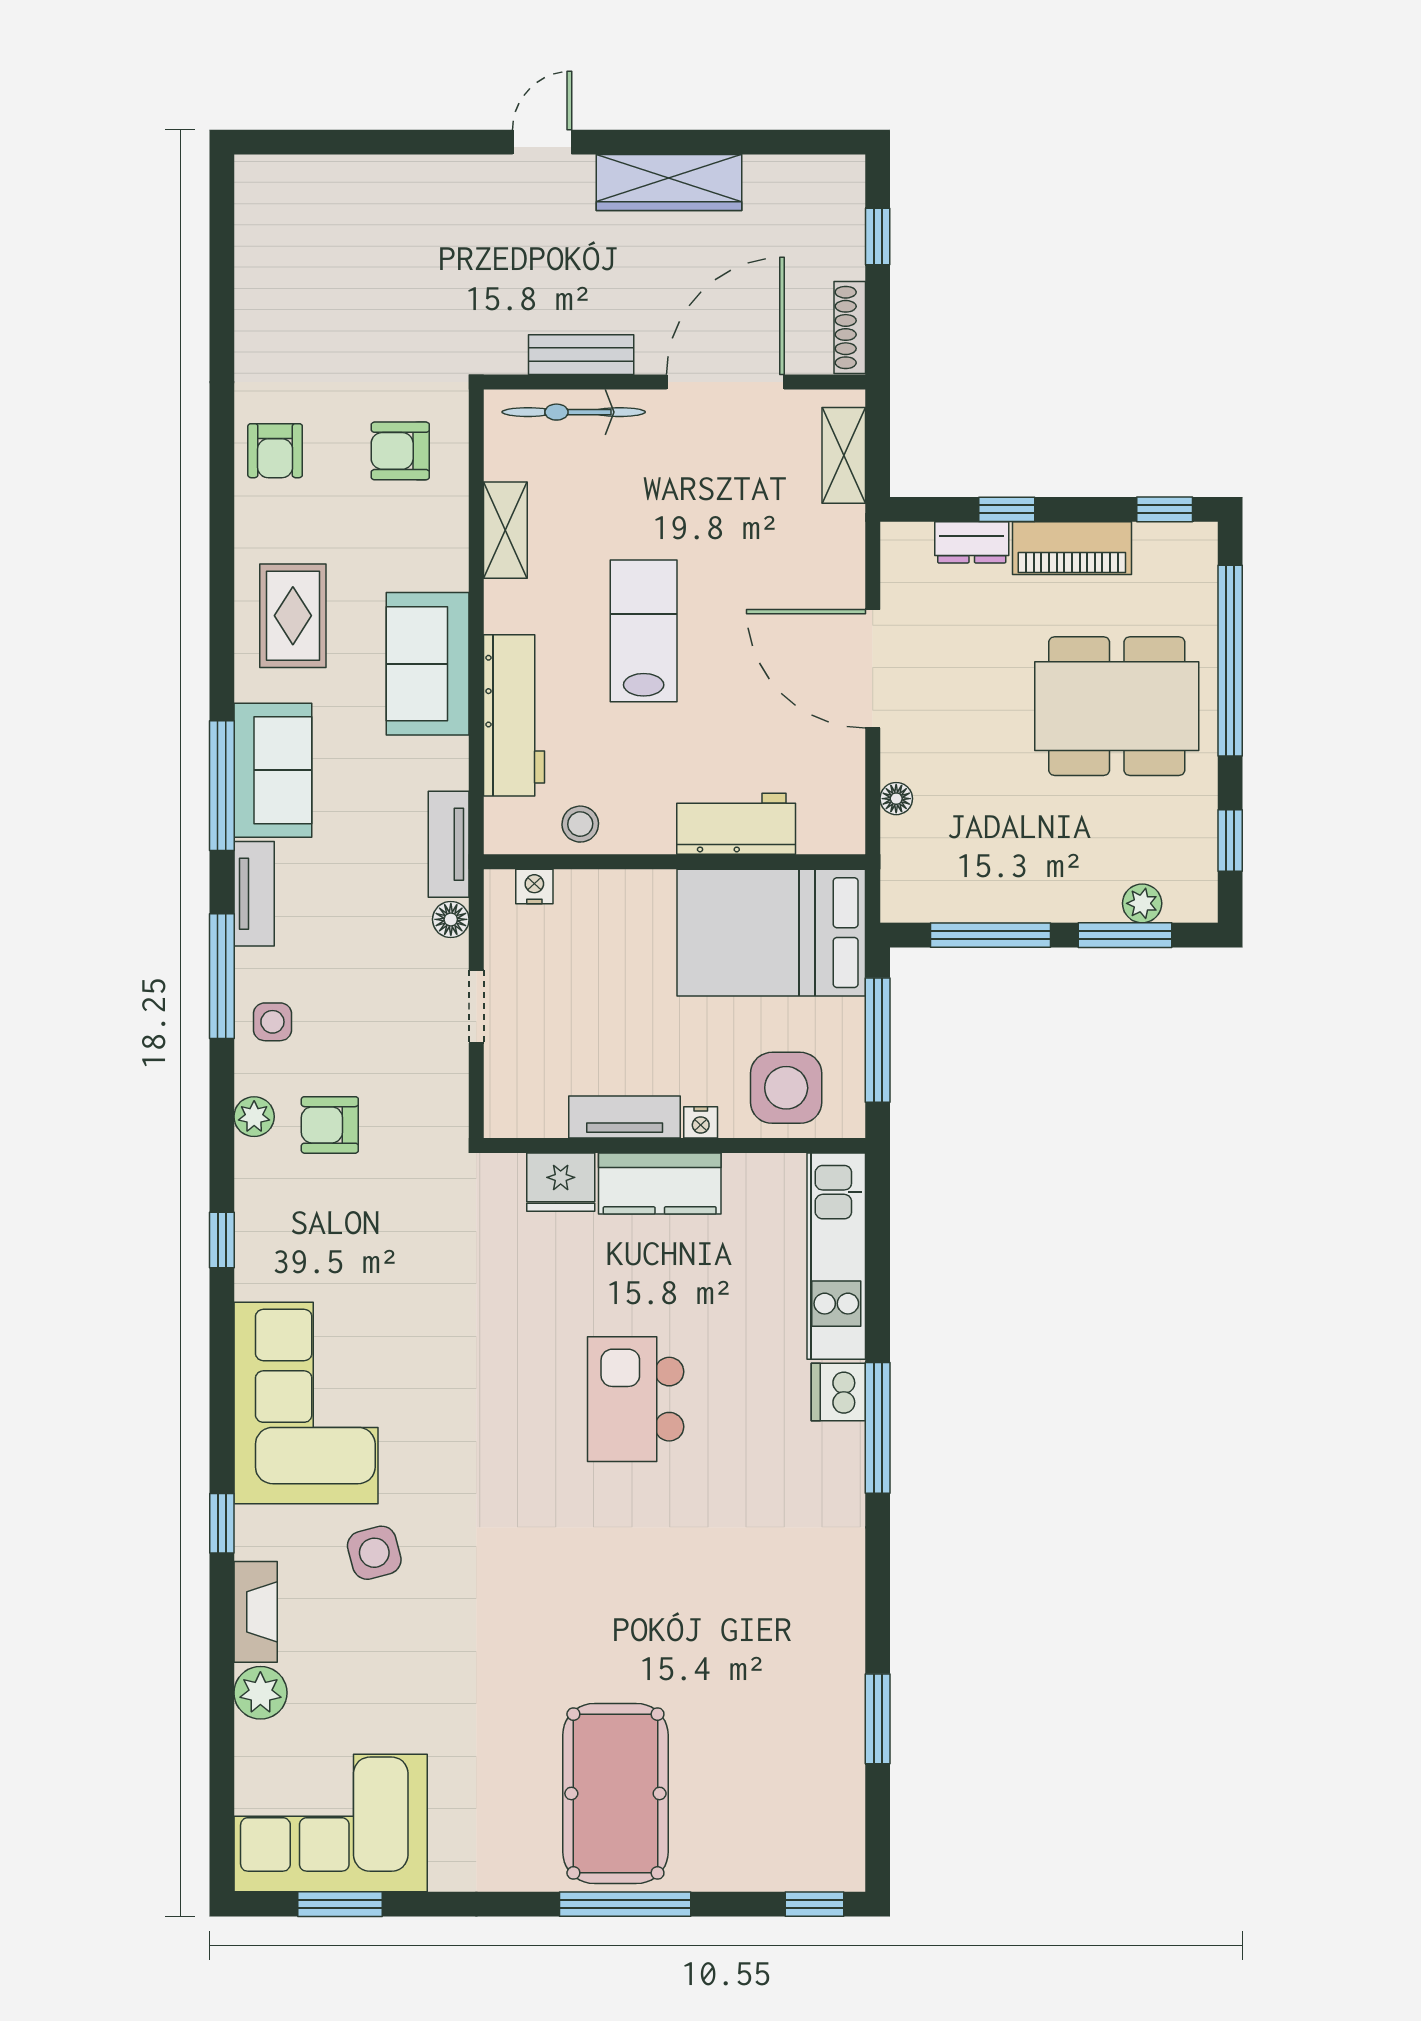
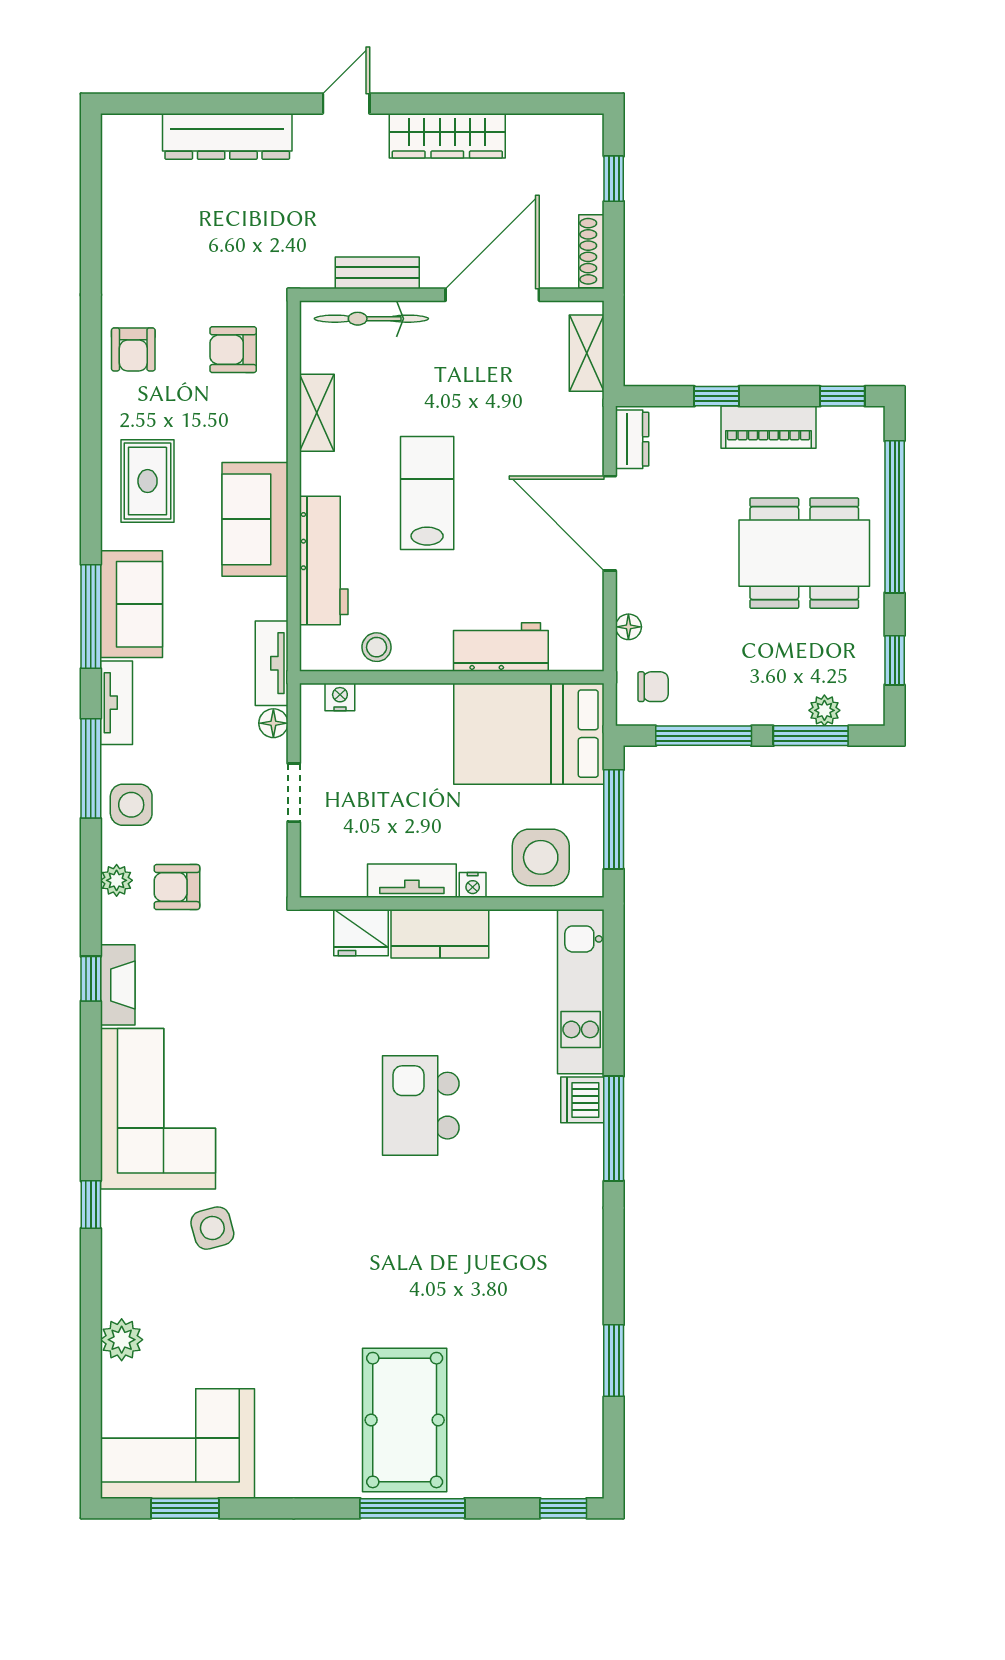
dresser: (393, 183) -> (227, 136), added
dresser: (972, 542) -> (632, 439), moved, turned -90
chair: (927, 874) -> (653, 687), added
side table: (272, 1022) -> (131, 805), width x1.37, depth x1.37
fireplace: (256, 1612) -> (118, 985), moved

